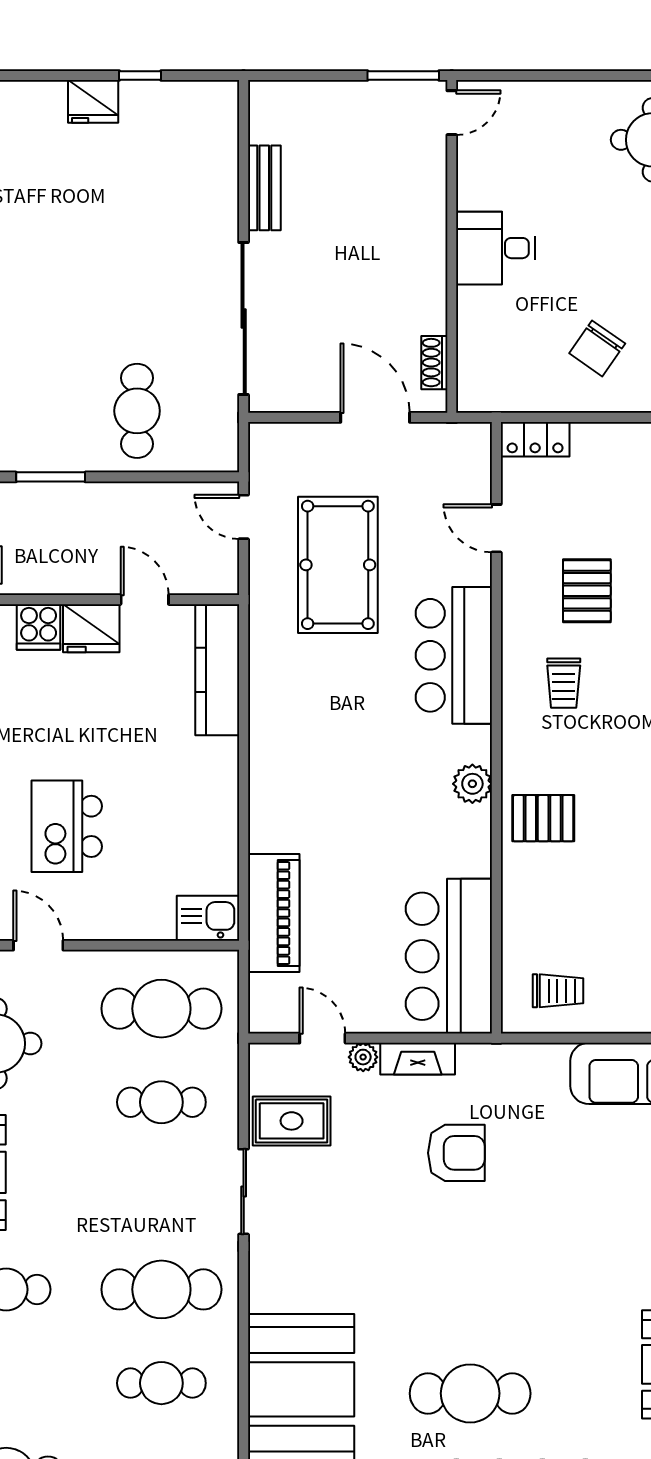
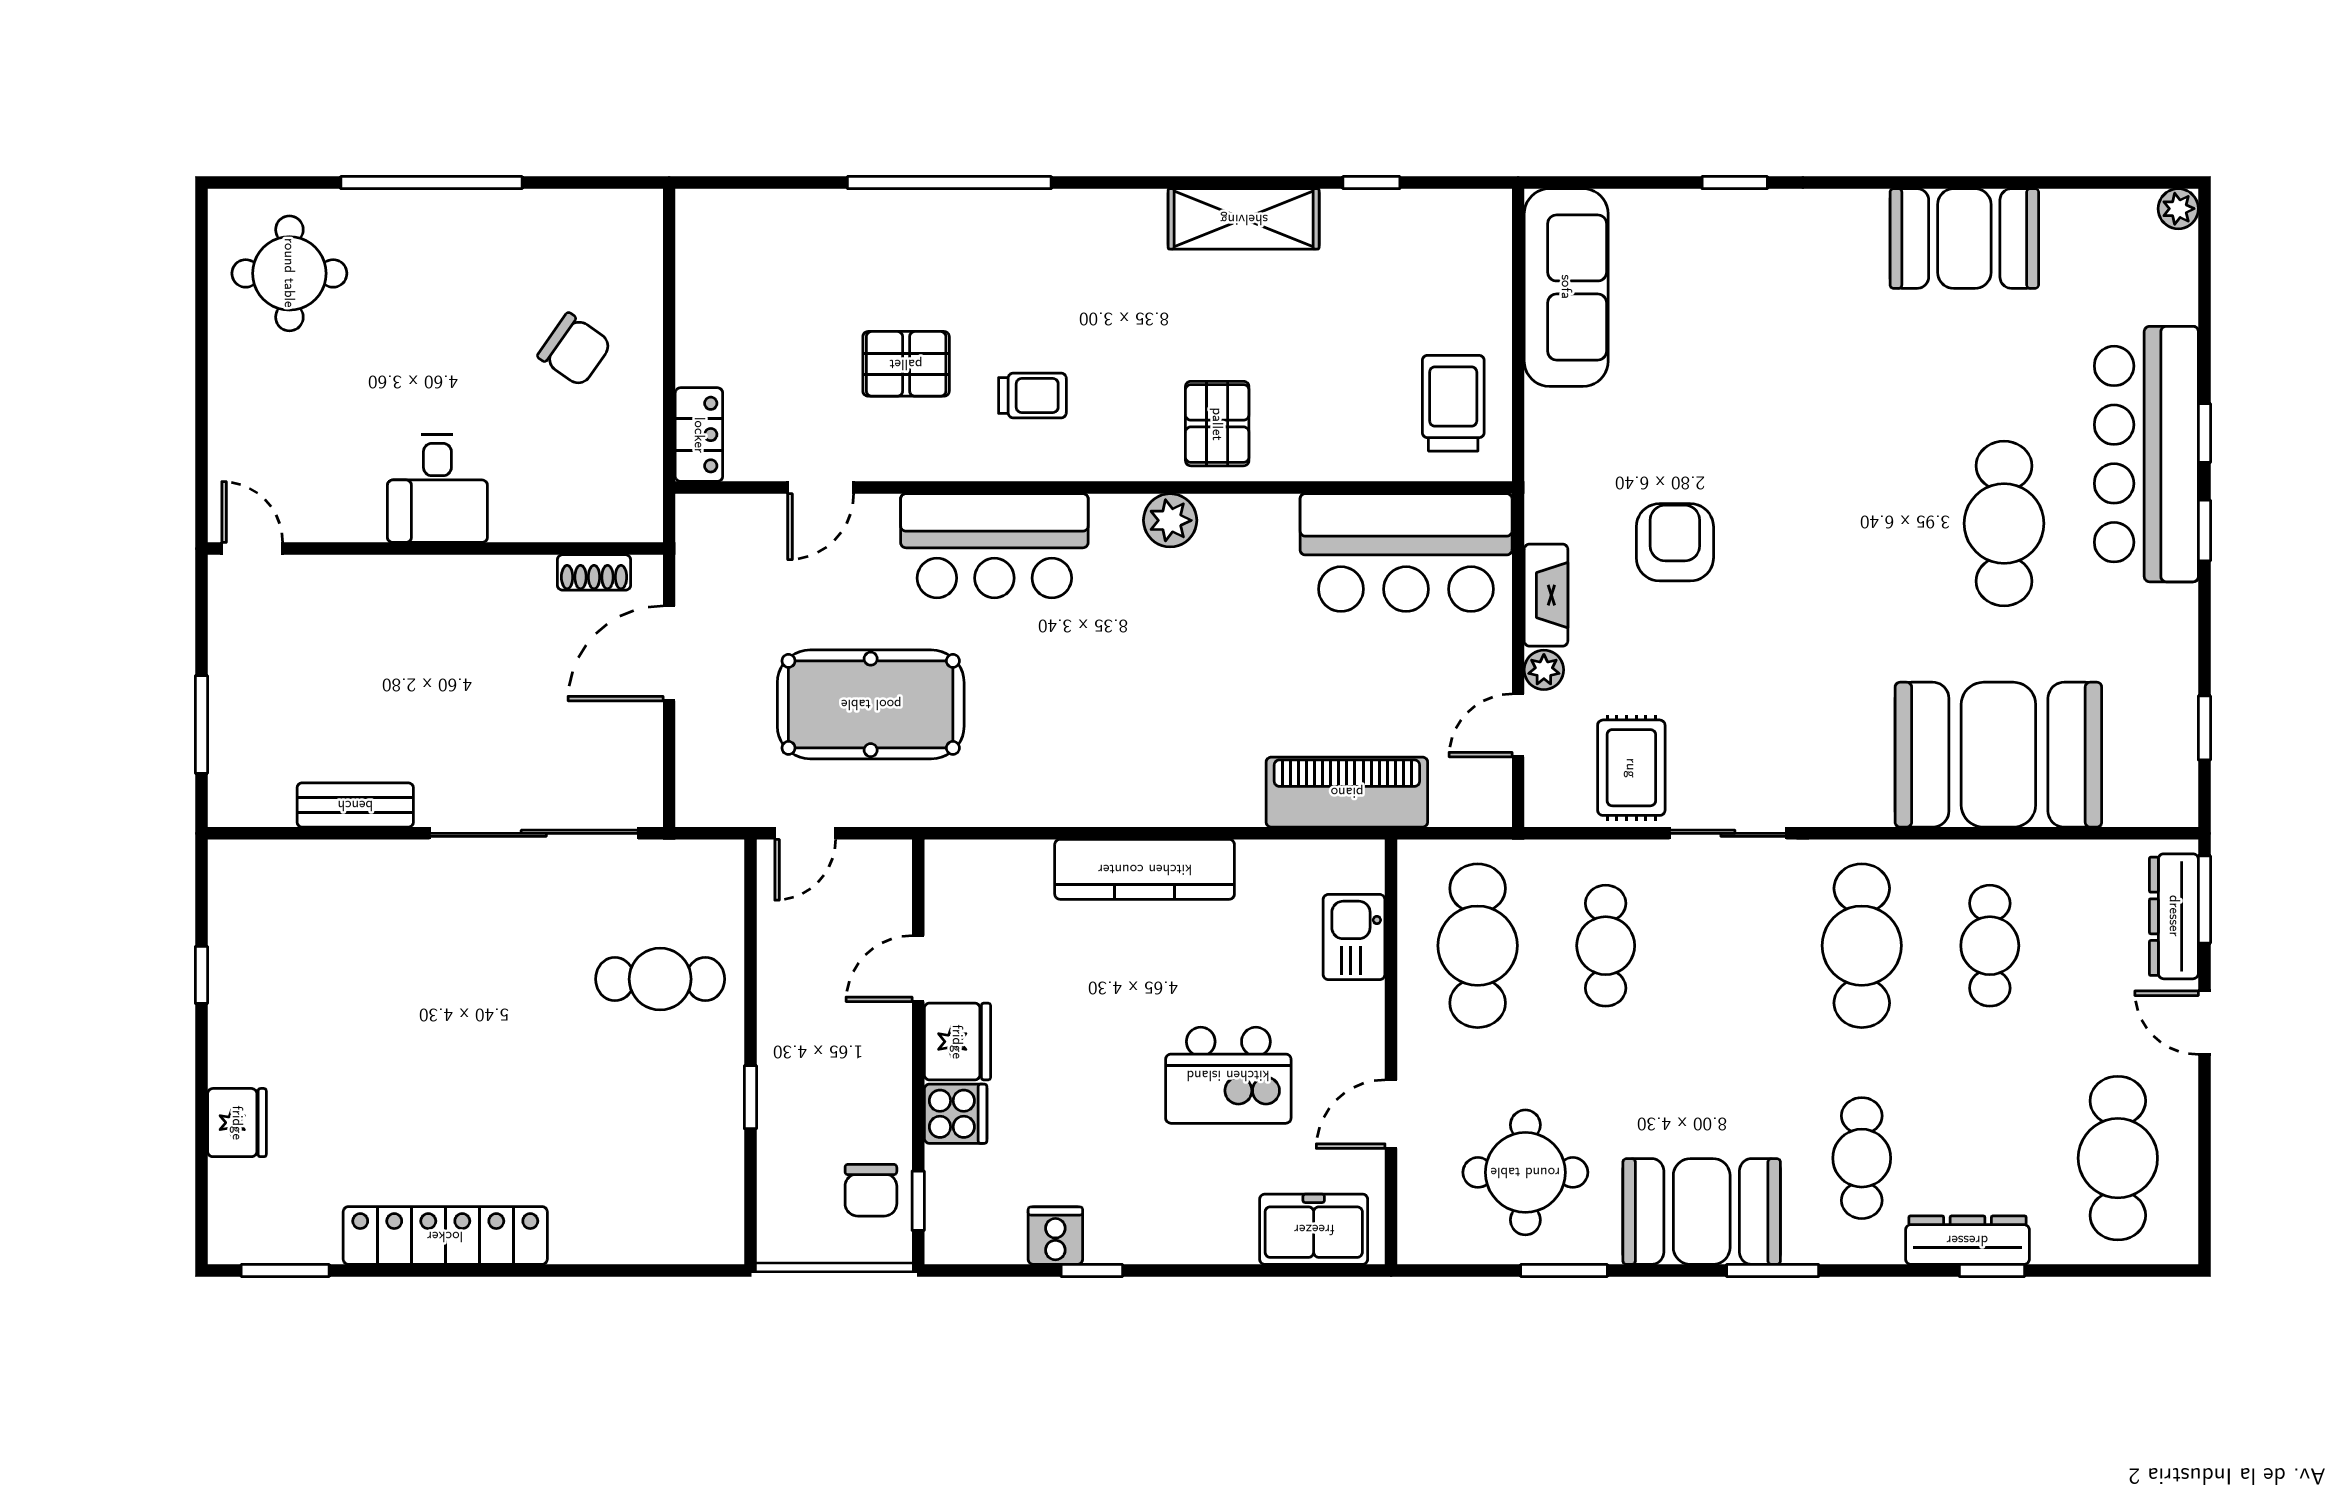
window: (403, 75) -> (201, 724), moved
fridge: (93, 101) -> (237, 1123), moved
window: (51, 477) -> (750, 1097), width x0.67
kitchen counter: (217, 670) -> (1145, 869), moved
kitchen sink: (208, 918) -> (1354, 937), moved
trolley: (558, 991) -> (1453, 403), width x1.36, depth x1.39

